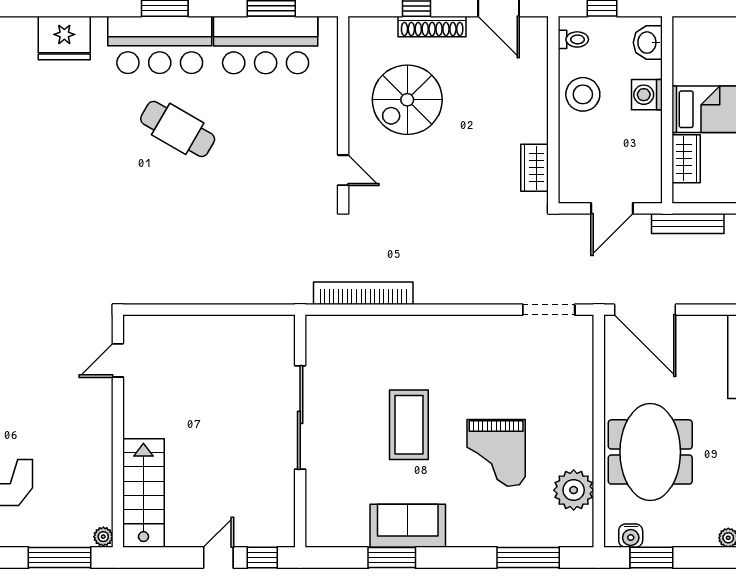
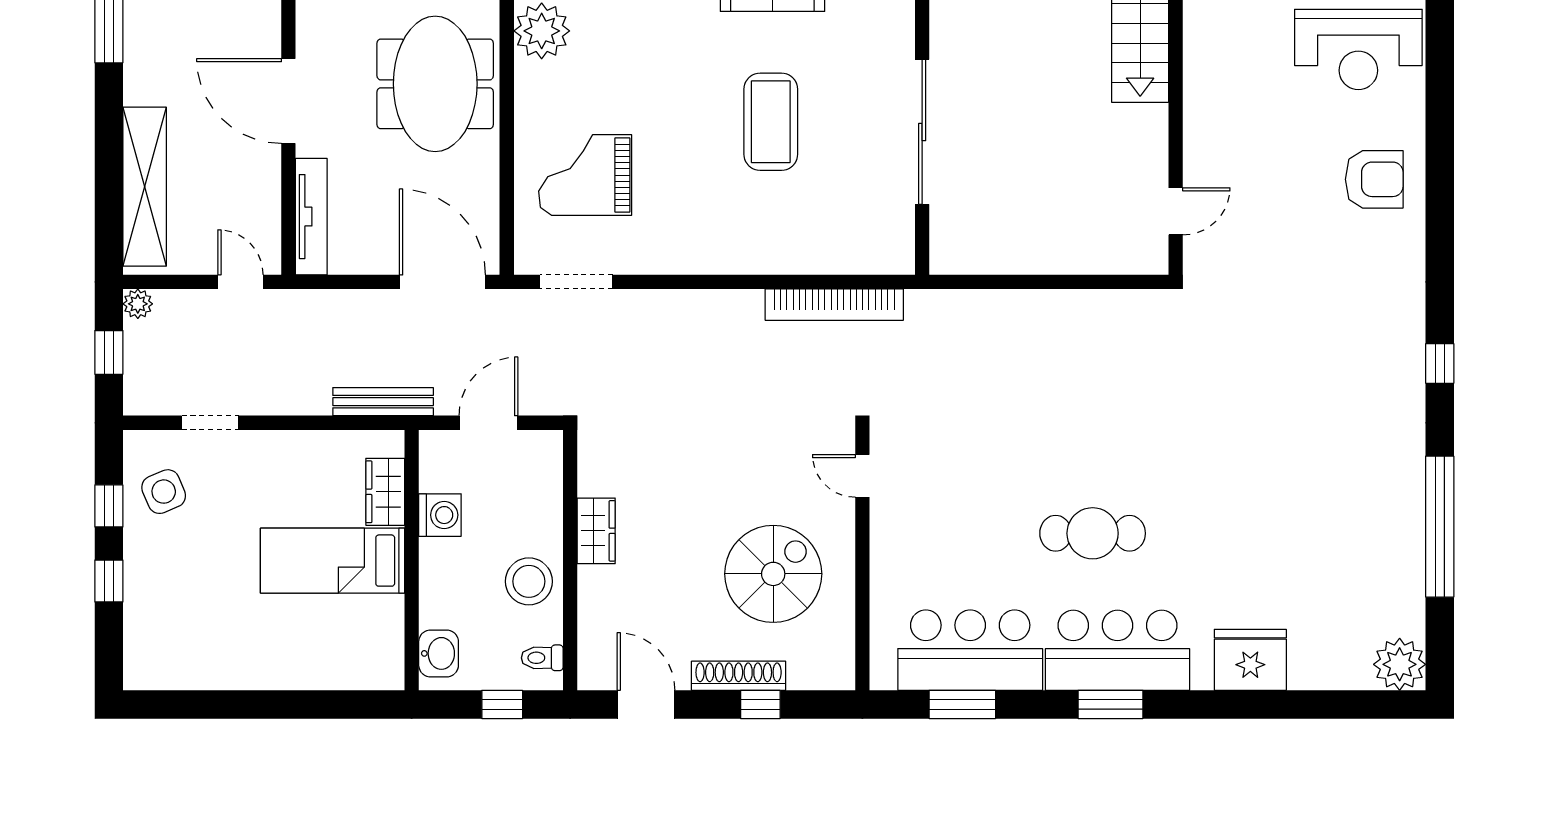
washing machine: (647, 95) -> (440, 515), moved
cafe table: (178, 129) -> (1093, 533), turned -30
wardrobe: (534, 168) -> (596, 531), moved
grand piano: (496, 453) -> (585, 175), moved, turned -90

